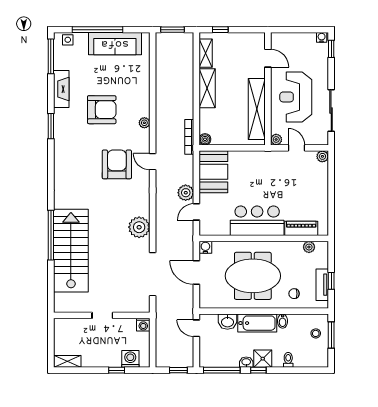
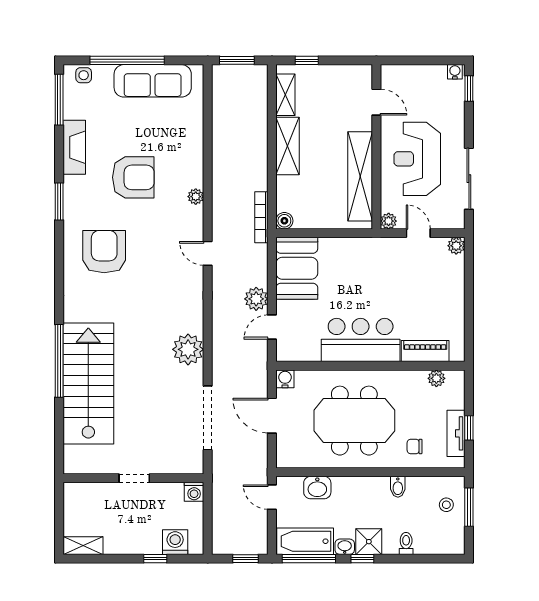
armchair: (117, 164) -> (104, 252), moved
bathtub: (257, 323) -> (305, 541), moved, turned 180

